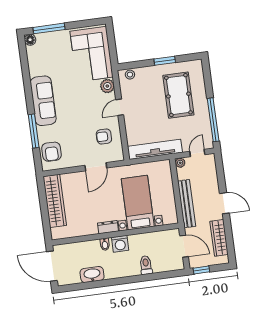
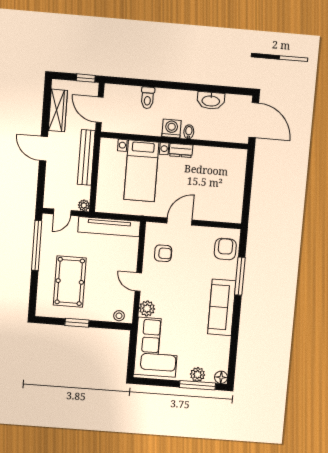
plant: (51, 38) -> (198, 375), added
door: (120, 107) -> (138, 282), swing flipped
wardrobe: (55, 201) -> (234, 193), removed

